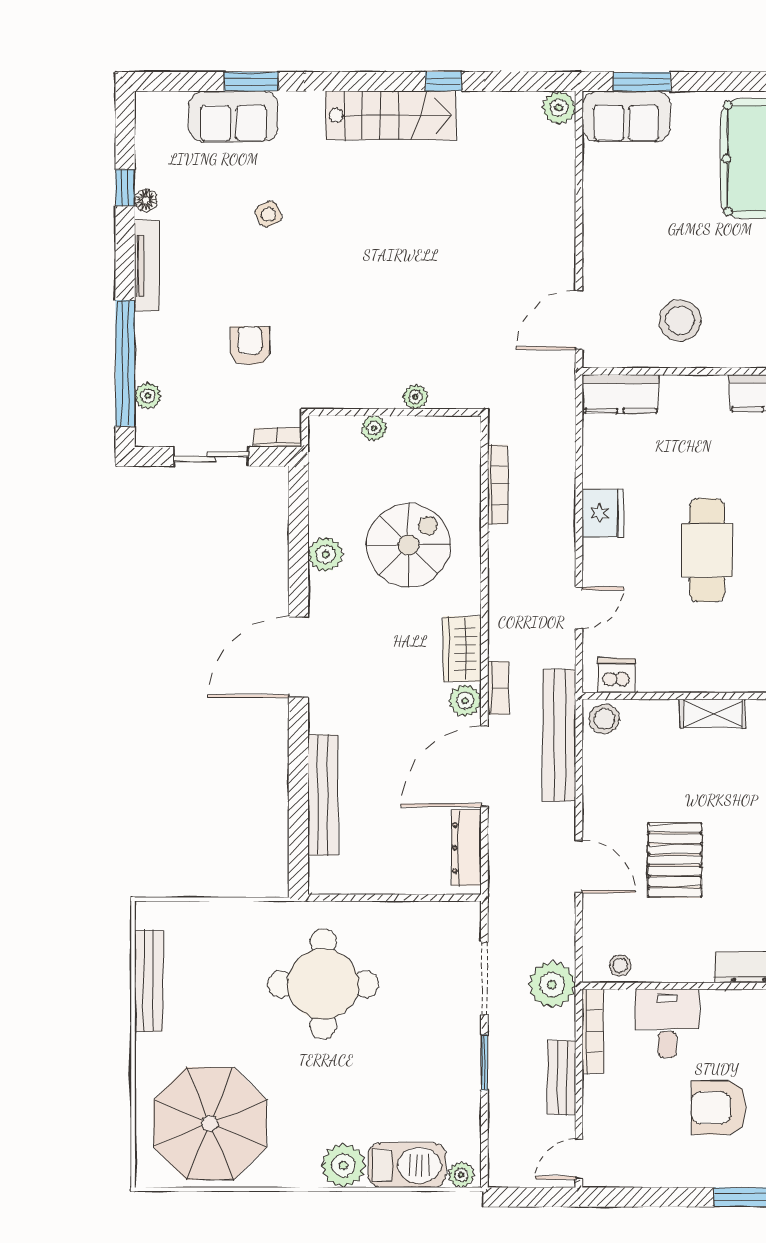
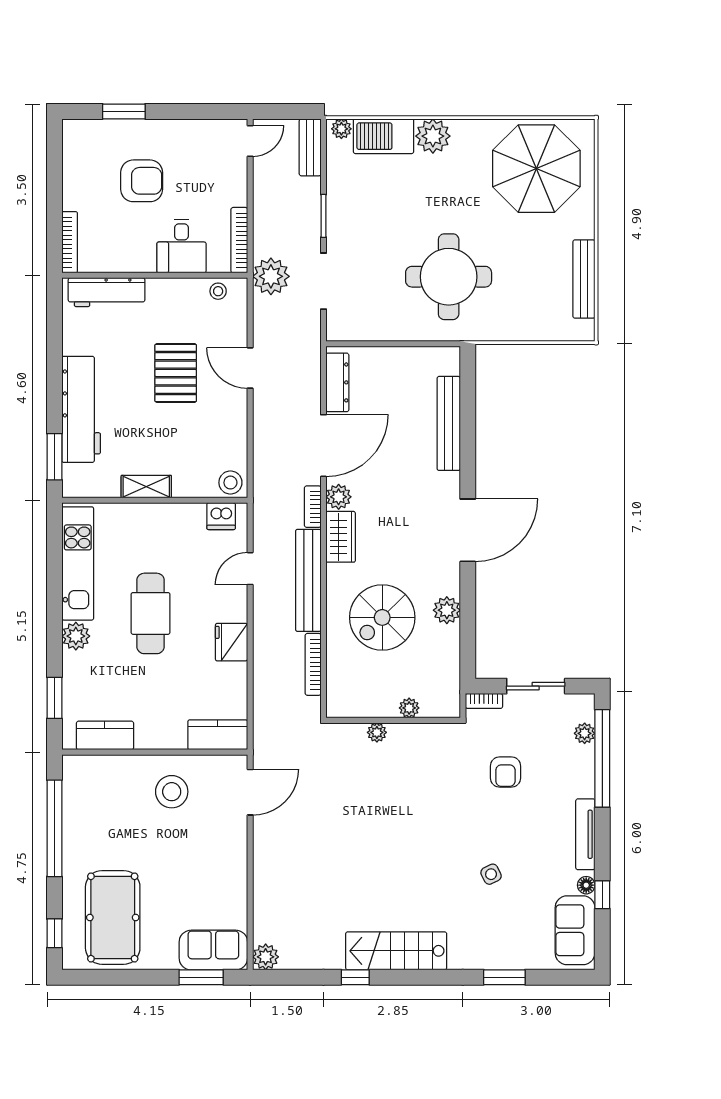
sofa: (233, 117) -> (575, 930), moved, turned -90
bench: (559, 735) -> (308, 580), moved
bench: (562, 1077) -> (310, 147), moved

